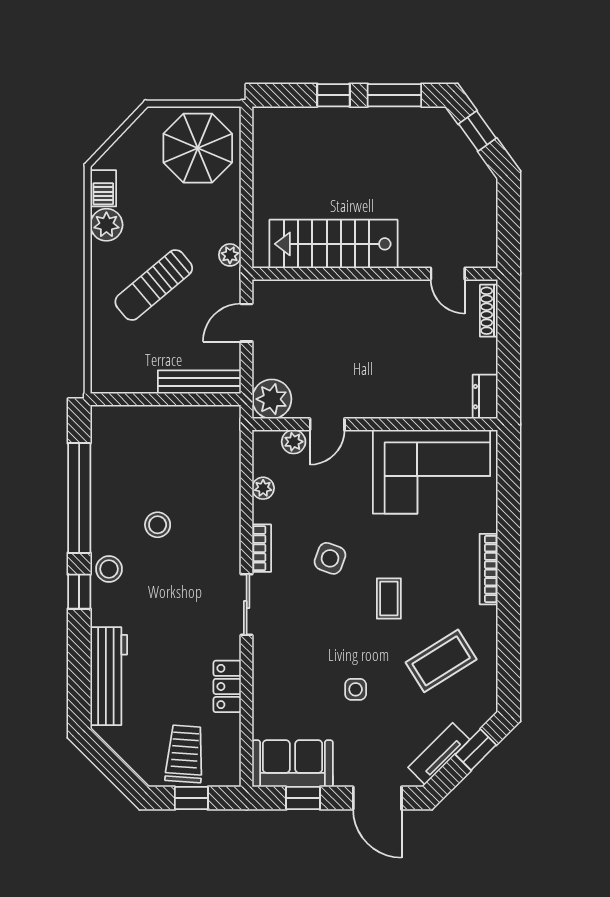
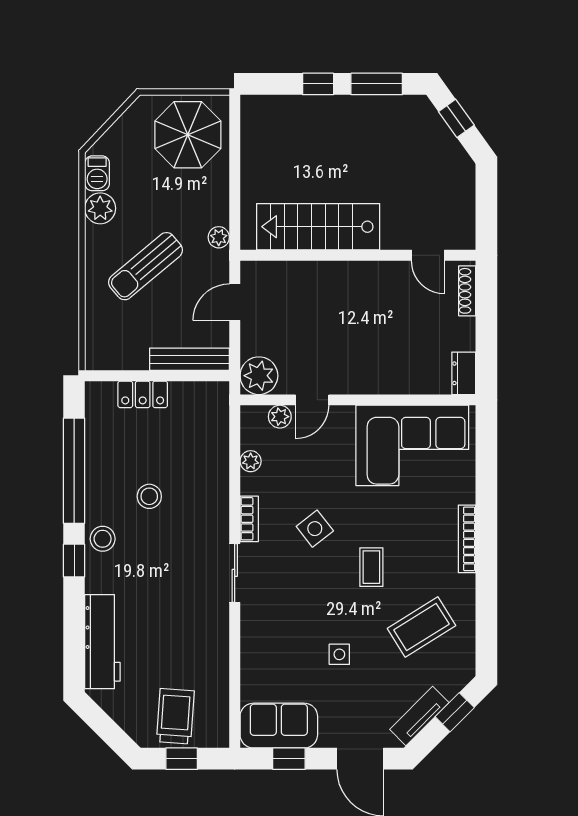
side table: (330, 558) -> (315, 529), turned 32
locker: (227, 686) -> (143, 394), moved, turned -90

